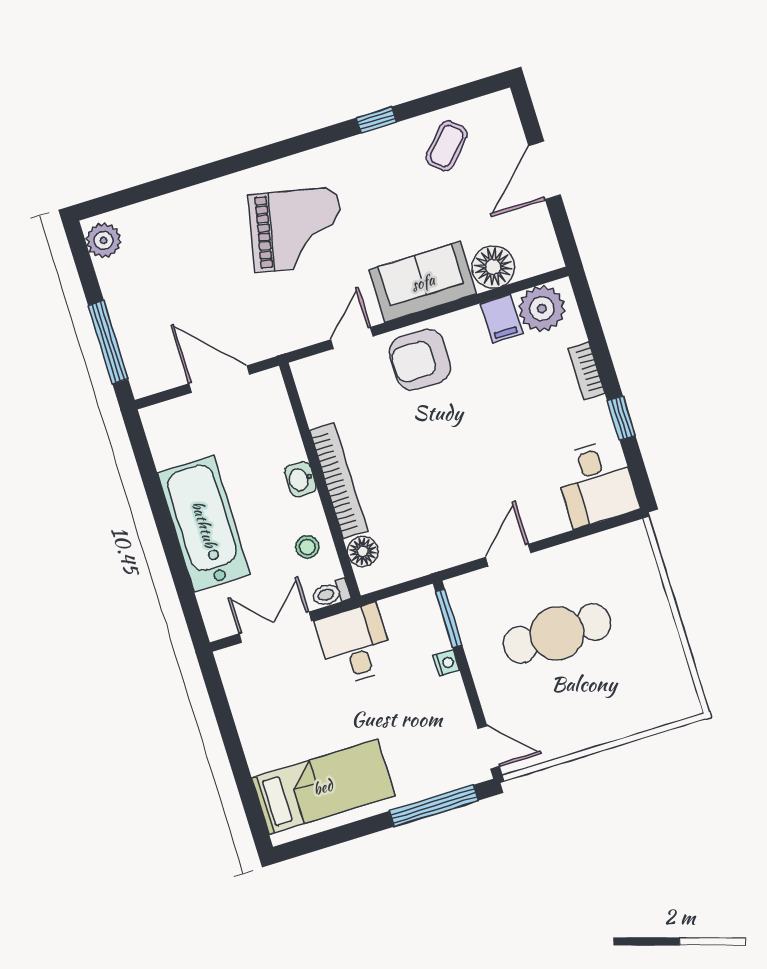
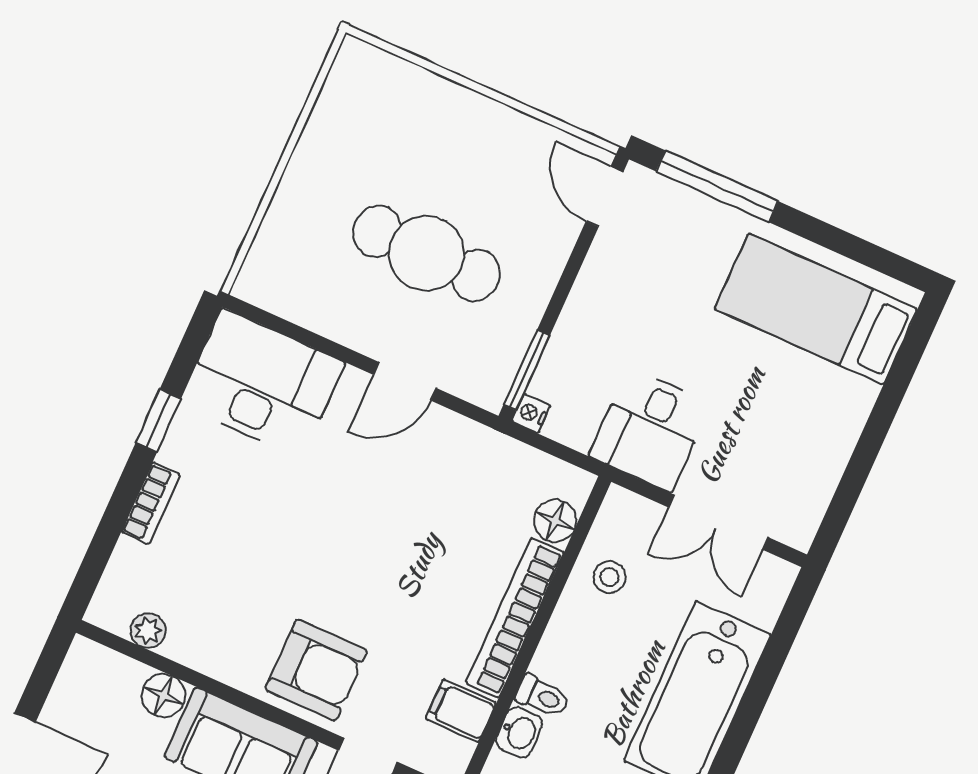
floor lamp: (493, 267) -> (163, 696), width x0.73, depth x0.73
plant: (542, 309) -> (148, 631), width x0.53, depth x0.53
filing cabinet: (502, 319) -> (461, 711), moved, turned -90
washbasin: (300, 479) -> (519, 732), moved
desk: (596, 483) -> (262, 383), width x1.37
toilet: (331, 593) -> (542, 696), moved
nightstand: (446, 663) -> (531, 413), moved

